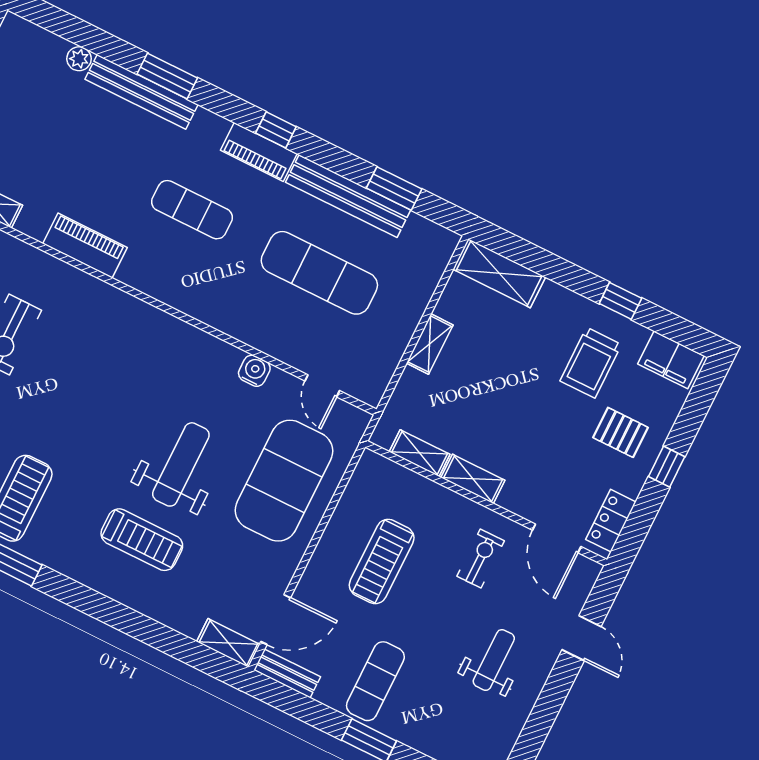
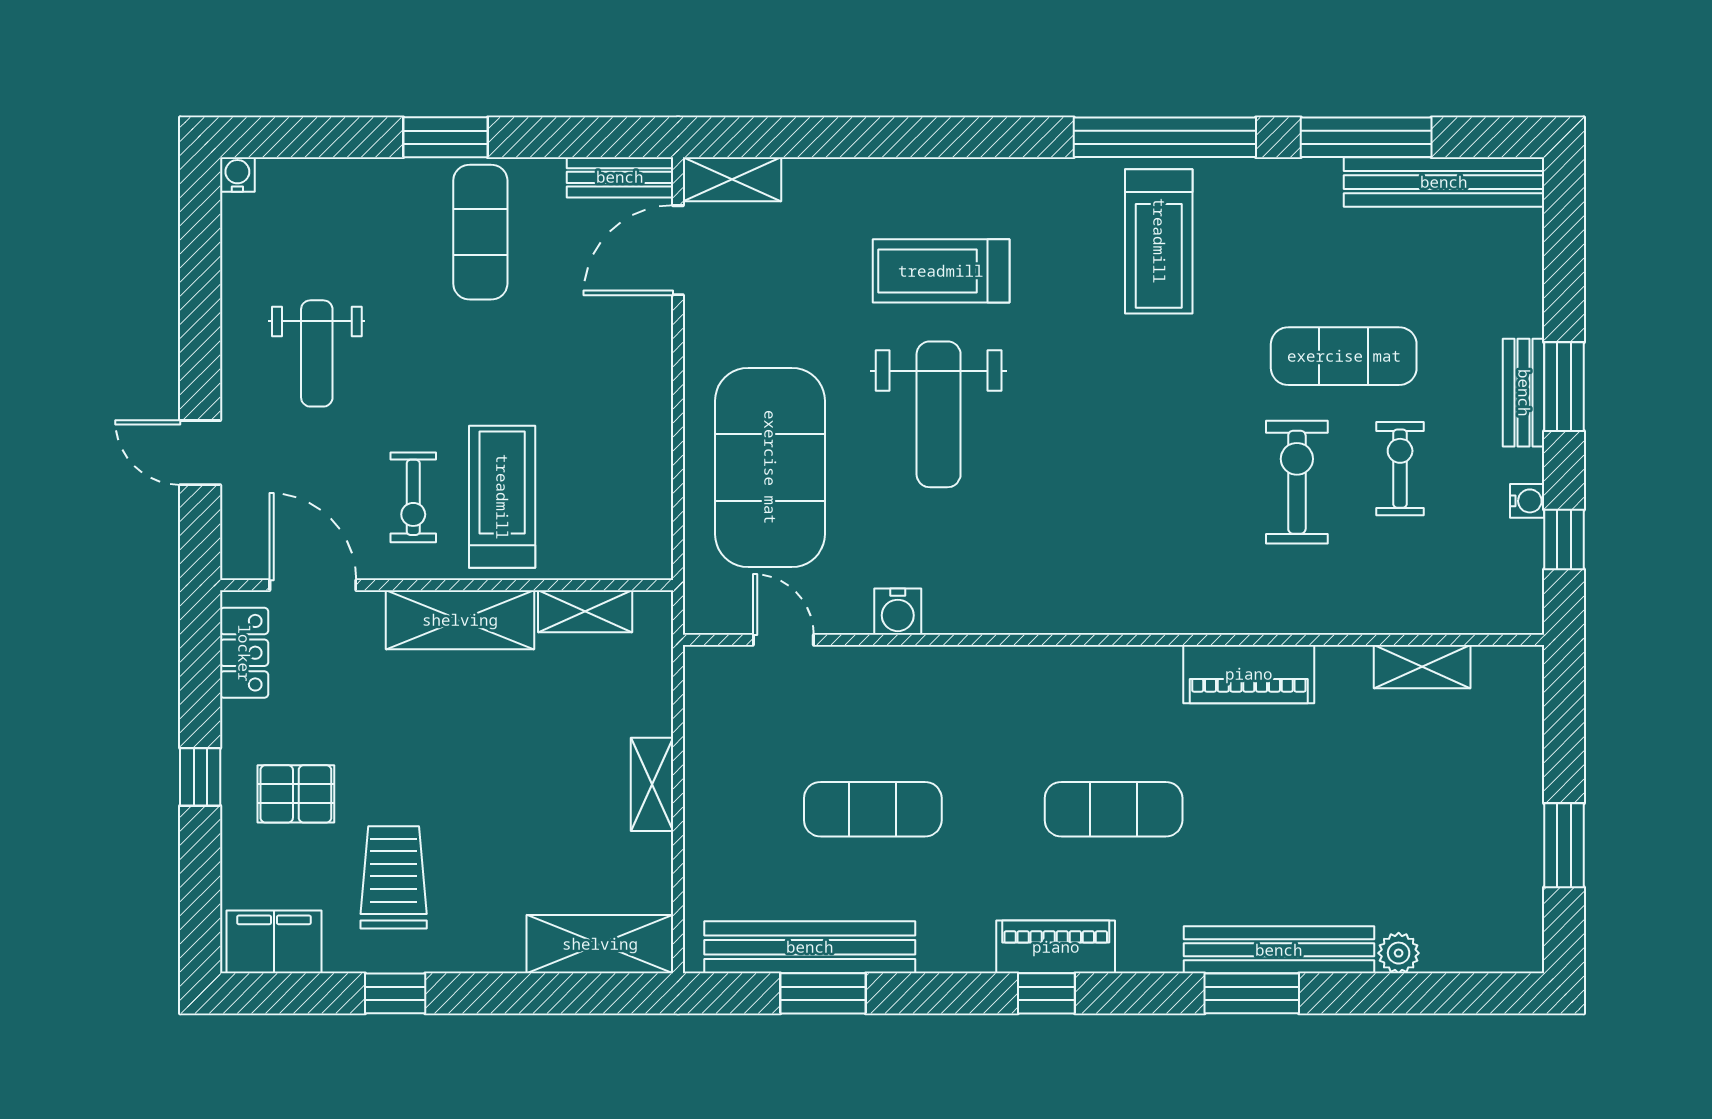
bench: (348, 196) -> (810, 947), moved
exercise mat: (319, 273) -> (873, 809), width x0.73, depth x0.69
shelving: (473, 479) -> (460, 620), width x1.50, depth x1.33
treadmill: (382, 561) -> (502, 497), moved

